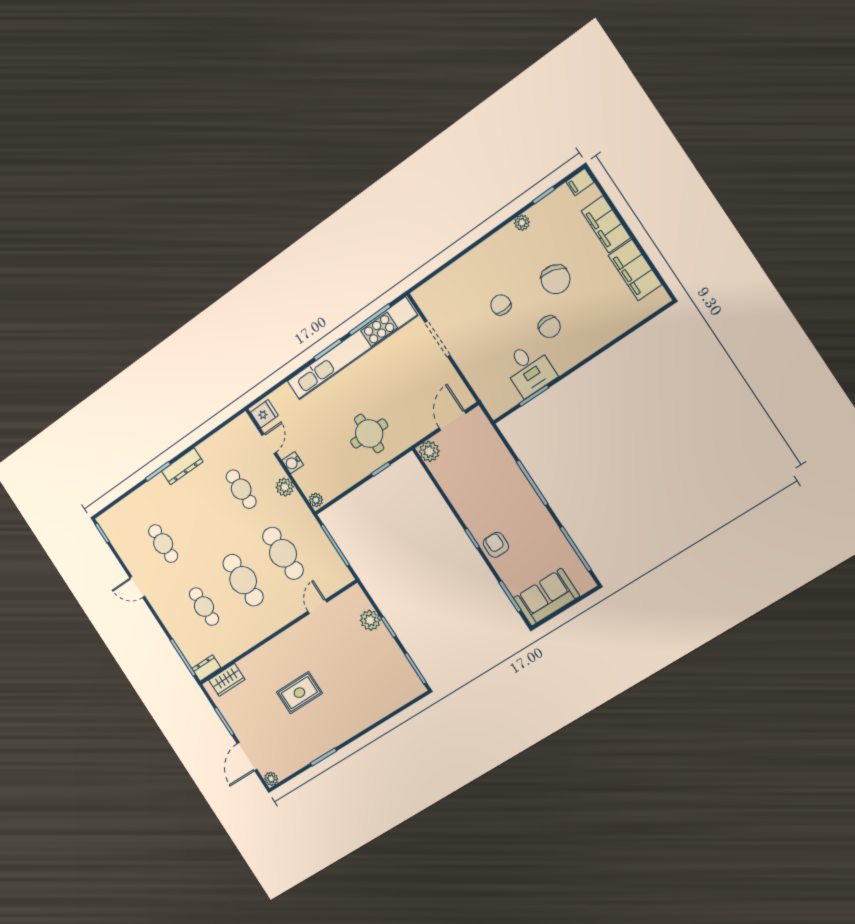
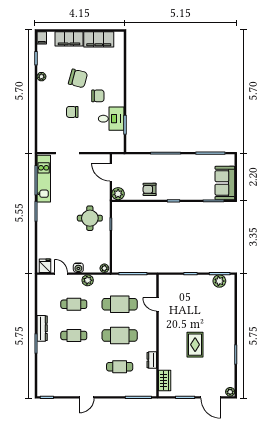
kitchen unit: (352, 349) -> (44, 179), width x0.54
cafe table: (163, 544) -> (74, 335), moved
armchair: (496, 545) -> (150, 189), moved
plant: (370, 620) -> (219, 281), moved
dresser: (206, 668) -> (152, 360), moved

